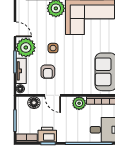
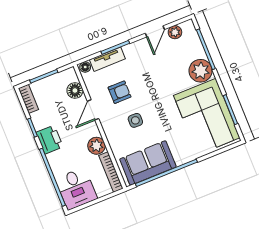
plant: (26, 48) -> (175, 32), moved, width x0.53, depth x0.53
side table: (53, 48) -> (135, 120), moved
armchair: (48, 72) -> (120, 92), turned 180
printer: (47, 135) -> (50, 140), moved

